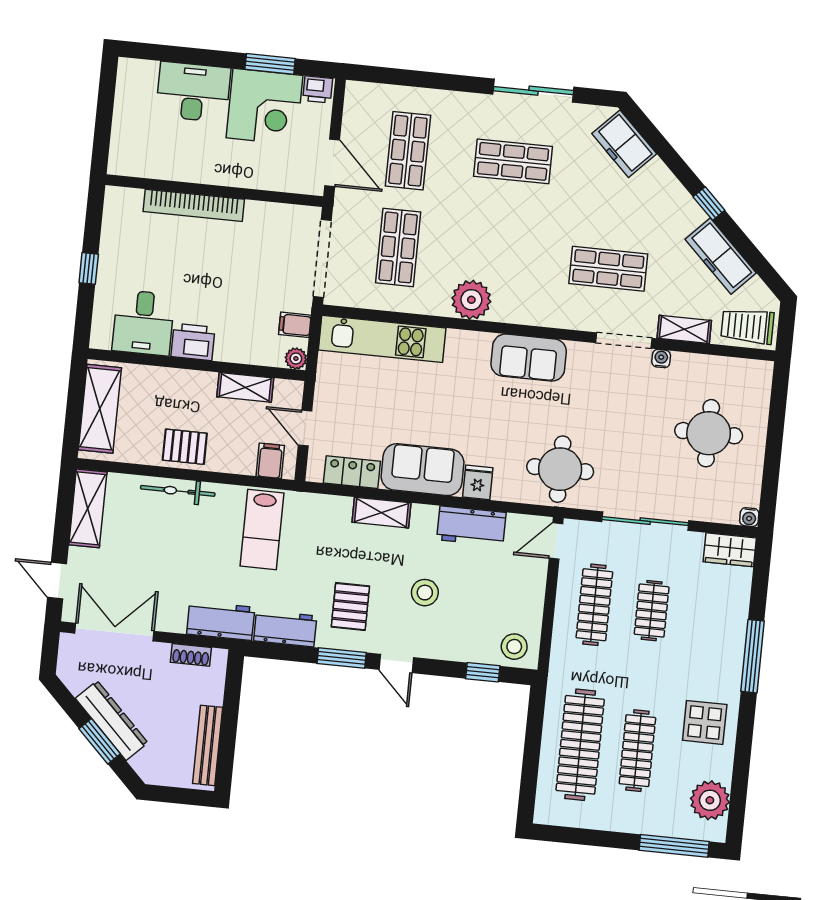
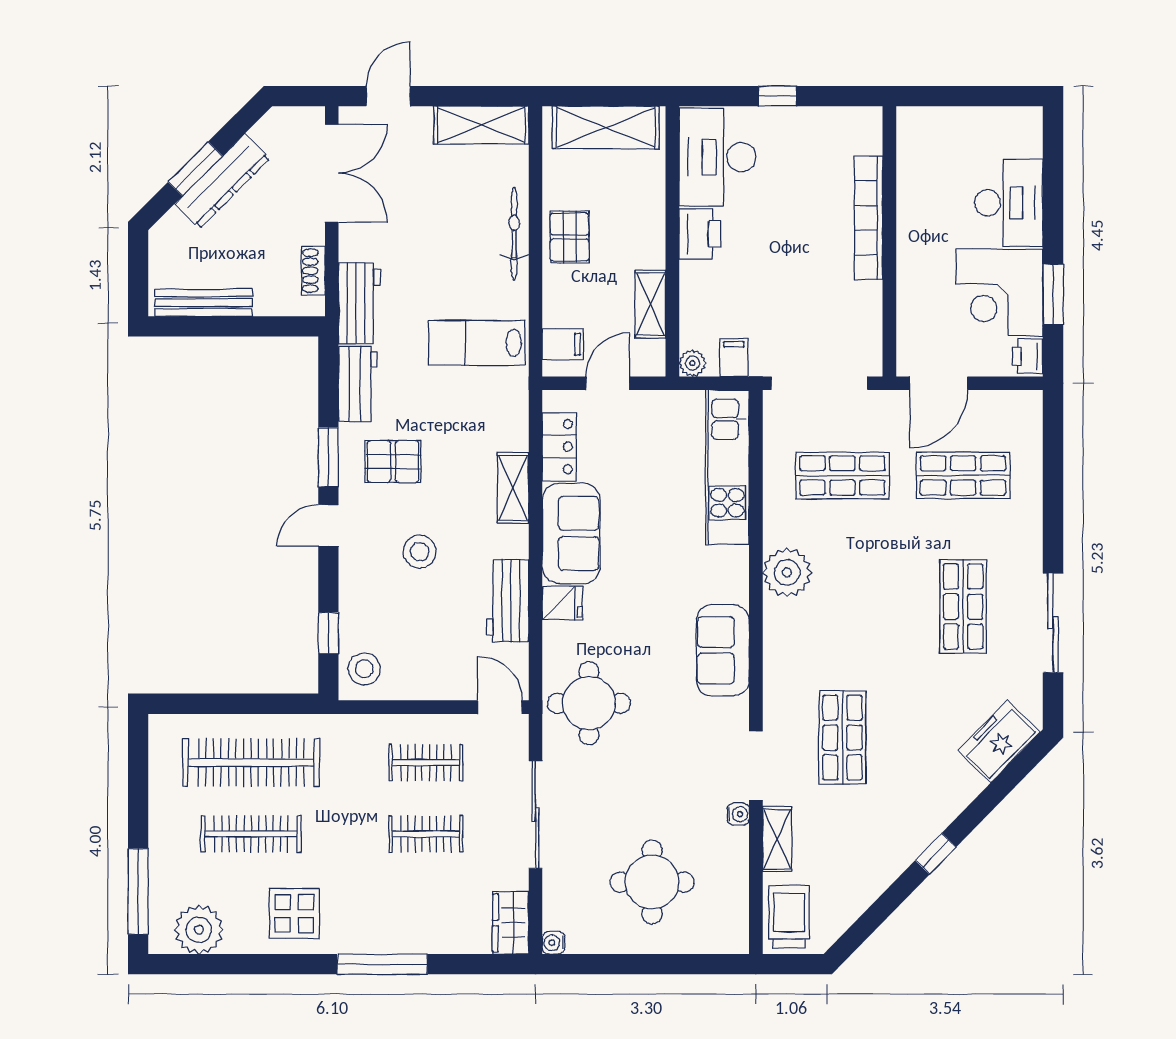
freezer: (721, 256) -> (872, 875), removed
desk: (143, 323) -> (717, 157), width x1.37
clothes rail: (594, 605) -> (426, 763), width x0.73

